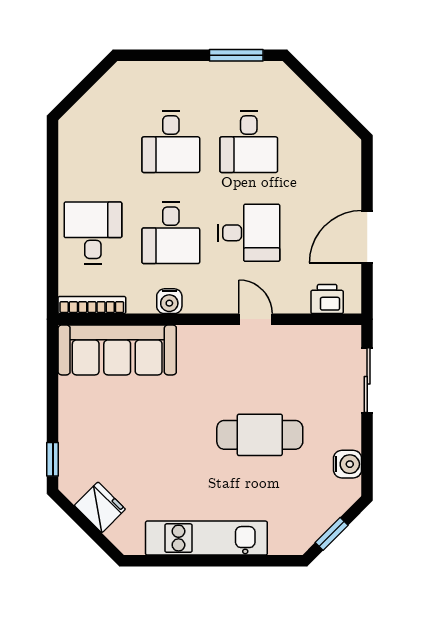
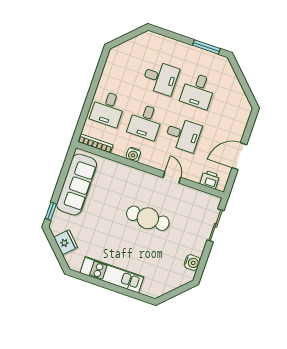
desk: (171, 142) -> (161, 78), turned -90
desk: (93, 233) -> (108, 109), turned 180
sofa: (117, 350) -> (77, 185), moved, turned -90
cafe table: (260, 435) -> (148, 218), moved
window: (332, 534) -> (173, 294), removed

